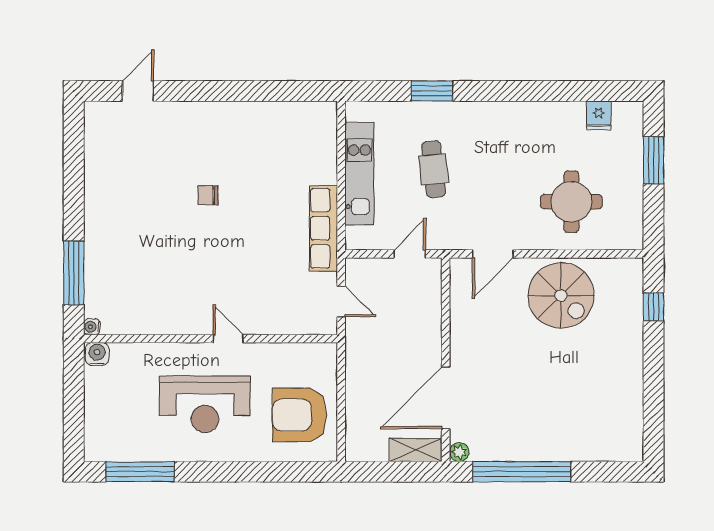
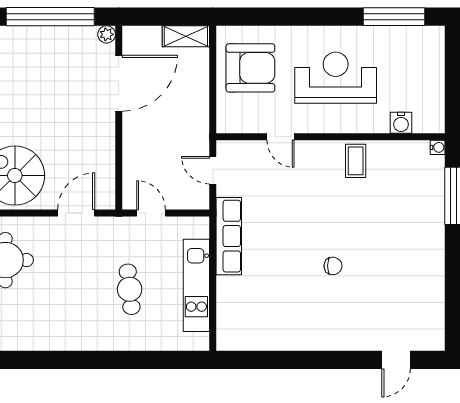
window: (432, 91) -> (131, 360), removed
door: (410, 254) -> (151, 213), swing flipped
coffee table: (183, 312) -> (356, 161), added
door: (228, 339) -> (280, 137), moved
water cooler: (97, 354) -> (401, 123), moved
shelving: (416, 450) -> (186, 36), moved

